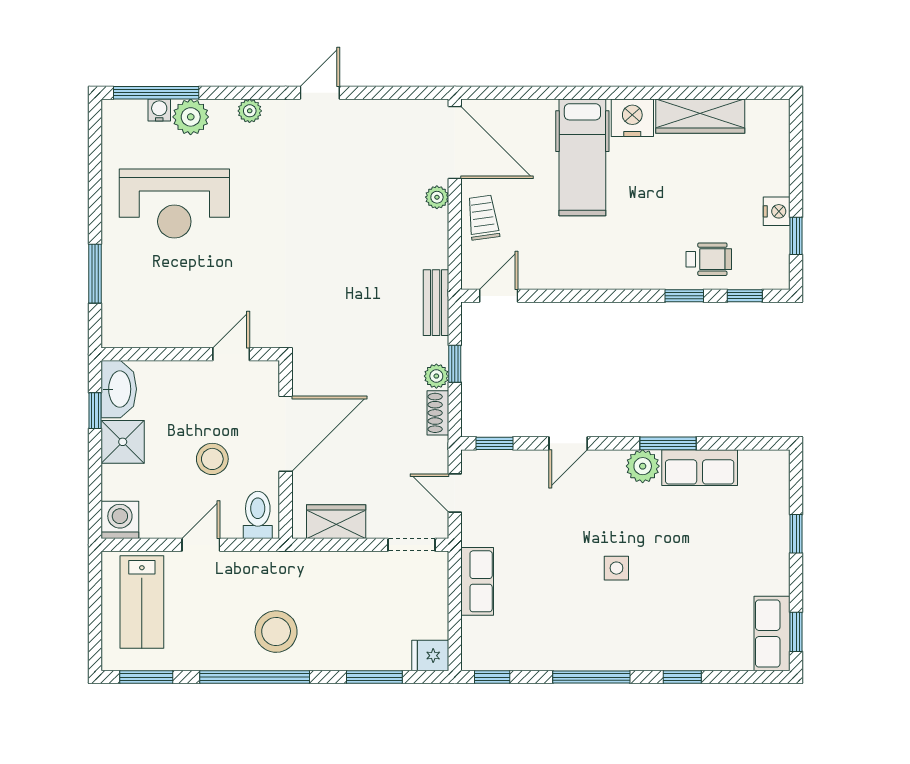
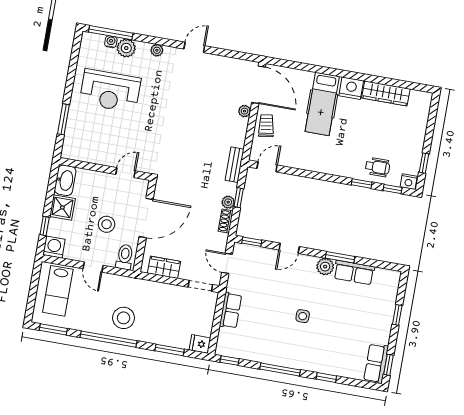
nightstand: (777, 211) -> (409, 182), moved, turned 90
window: (95, 411) -> (45, 226), moved
door: (201, 545) -> (93, 267), swing flipped

